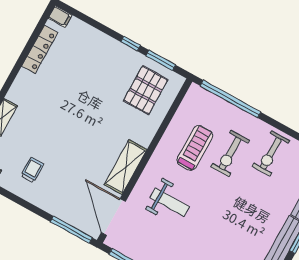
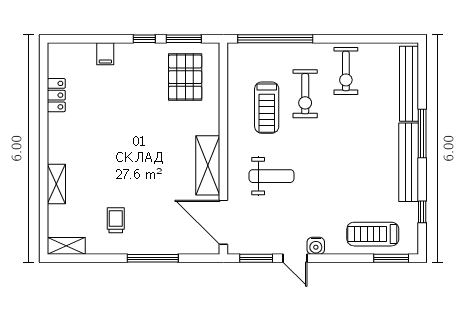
filing cabinet: (60, 17) -> (105, 54), moved, turned 90
locker: (40, 49) -> (56, 95), width x0.66
treadmill: (195, 148) -> (267, 108), turned 180
window: (71, 230) -> (153, 258), moved

